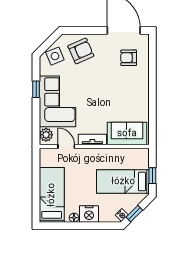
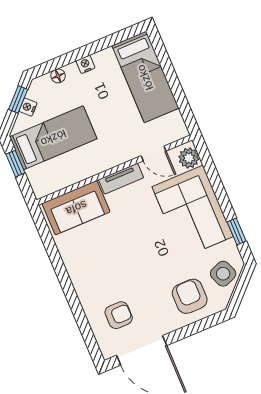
armchair: (81, 51) -> (190, 296), turned 114
window: (36, 89) -> (237, 232), moved
nightstand: (89, 214) -> (85, 64), width x0.53, depth x0.56
nightstand: (122, 215) -> (28, 107), moved
floor lamp: (74, 218) -> (58, 76), moved

